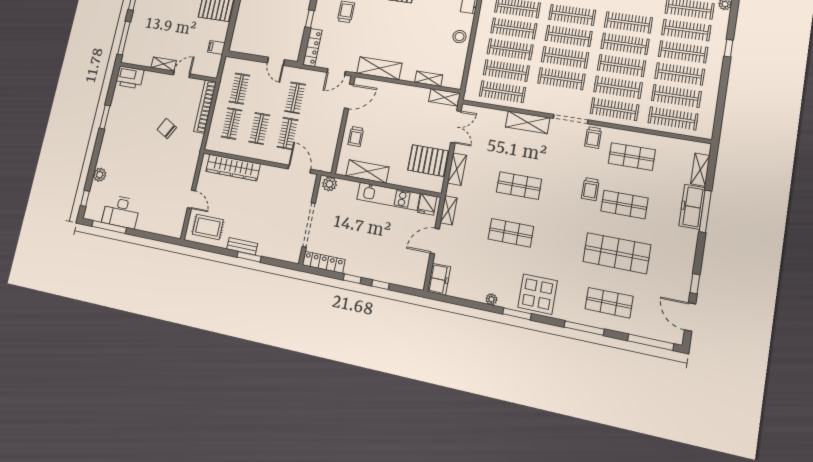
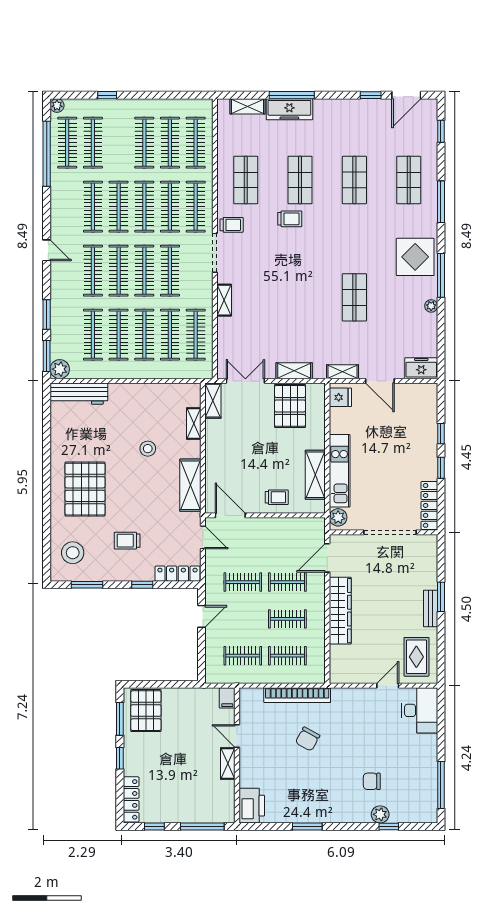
stool: (460, 37) -> (148, 449), moved
filing cabinet: (216, 47) -> (227, 698), moved
clothes rail: (683, 52) -> (119, 143), removed
bookcase: (205, 107) -> (297, 695), moved
shelving: (528, 122) -> (224, 300), width x0.67, depth x0.75
wardrobe: (233, 167) -> (340, 611), moved
chair: (125, 173) -> (372, 781), added
shop shelf: (519, 186) -> (300, 297), removed
kitchen unit: (388, 196) -> (340, 471), moved
window: (85, 198) -> (389, 827), moved
desk: (121, 212) -> (420, 710), moved
shop shelf: (617, 253) -> (354, 180), width x0.70, depth x0.74
window: (517, 314) -> (441, 275), width x1.44
window: (651, 342) -> (441, 131), width x0.46

